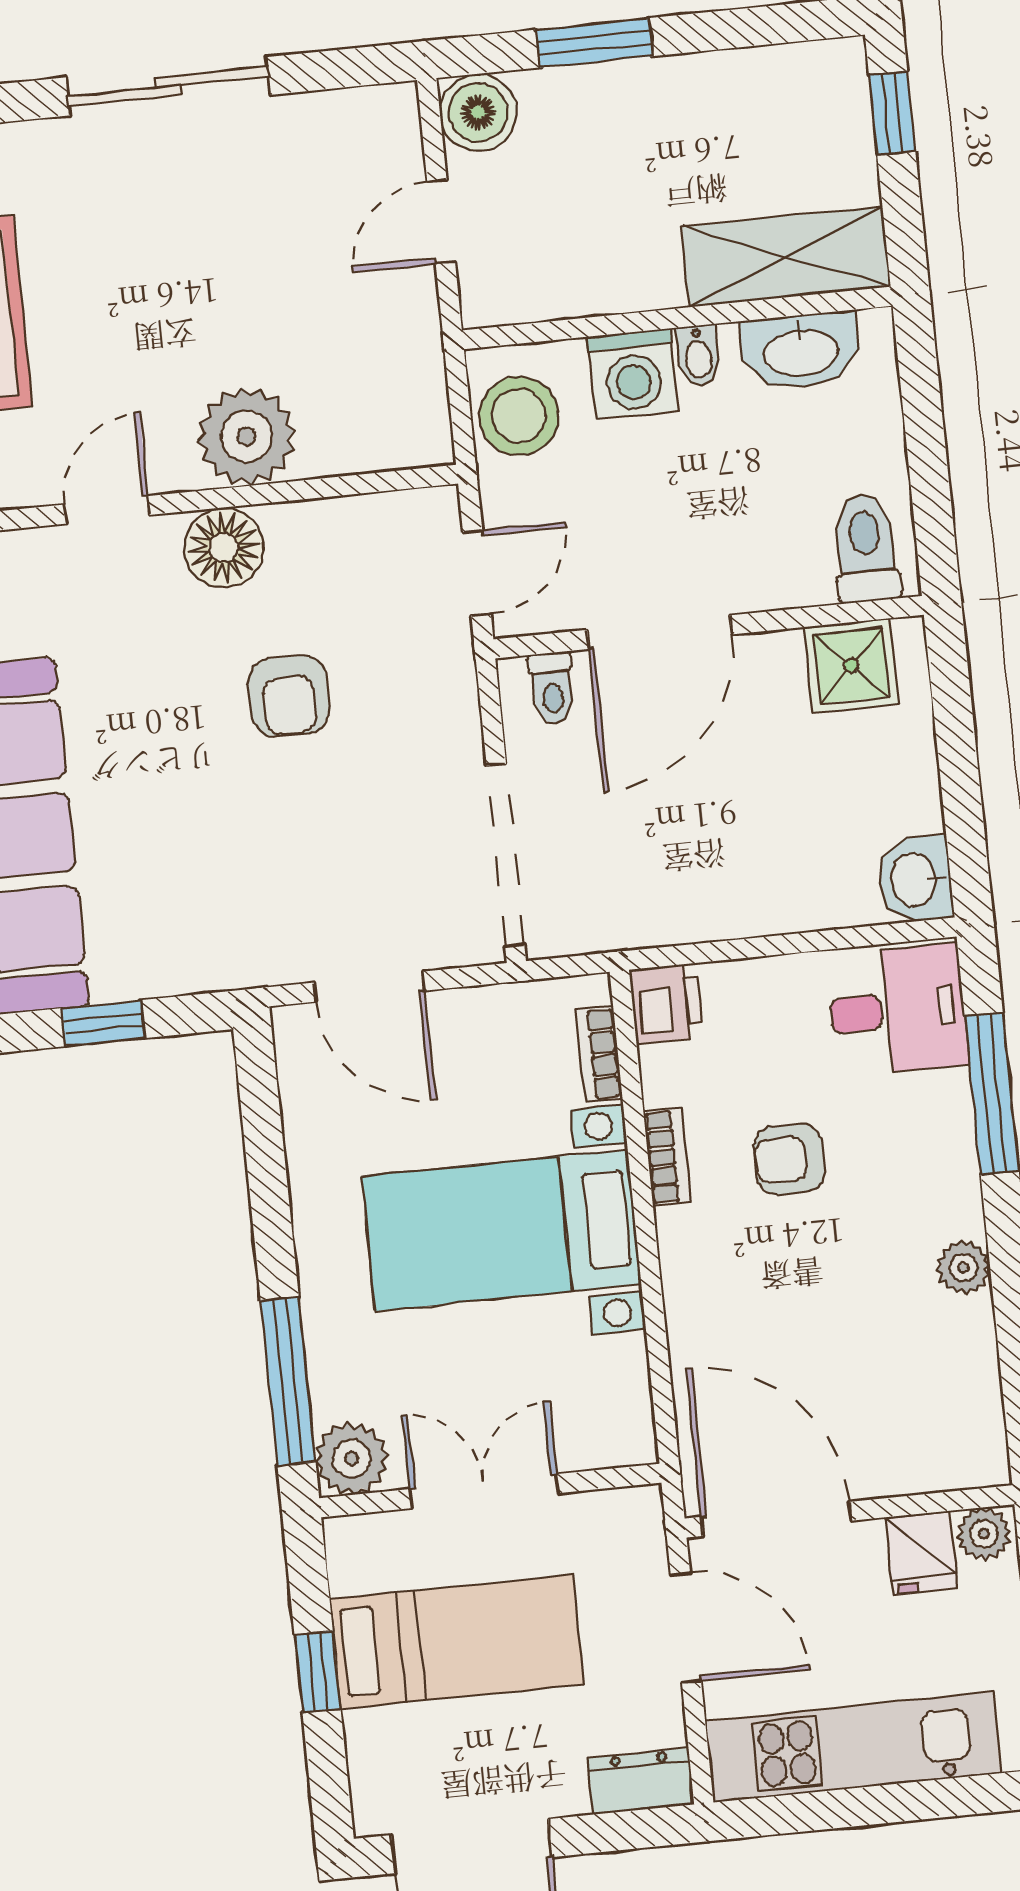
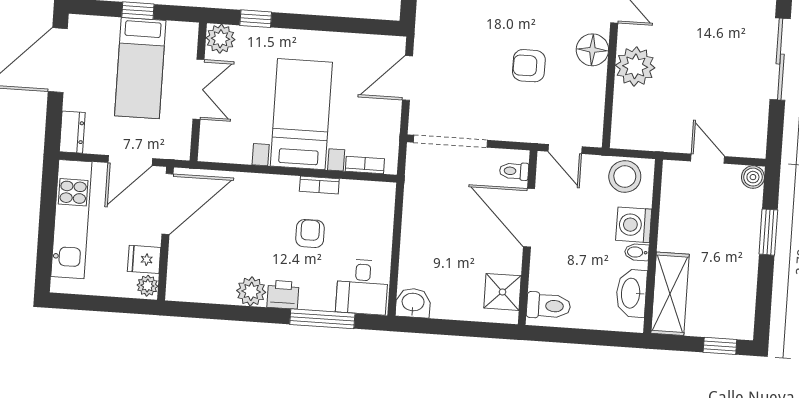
boiler: (478, 112) -> (753, 177), width x0.73, depth x0.73
printer: (666, 1003) -> (283, 295), moved, turned 180
plant: (964, 1268) -> (251, 291), width x1.38, depth x1.38
window: (288, 1381) -> (256, 19), width x0.46

